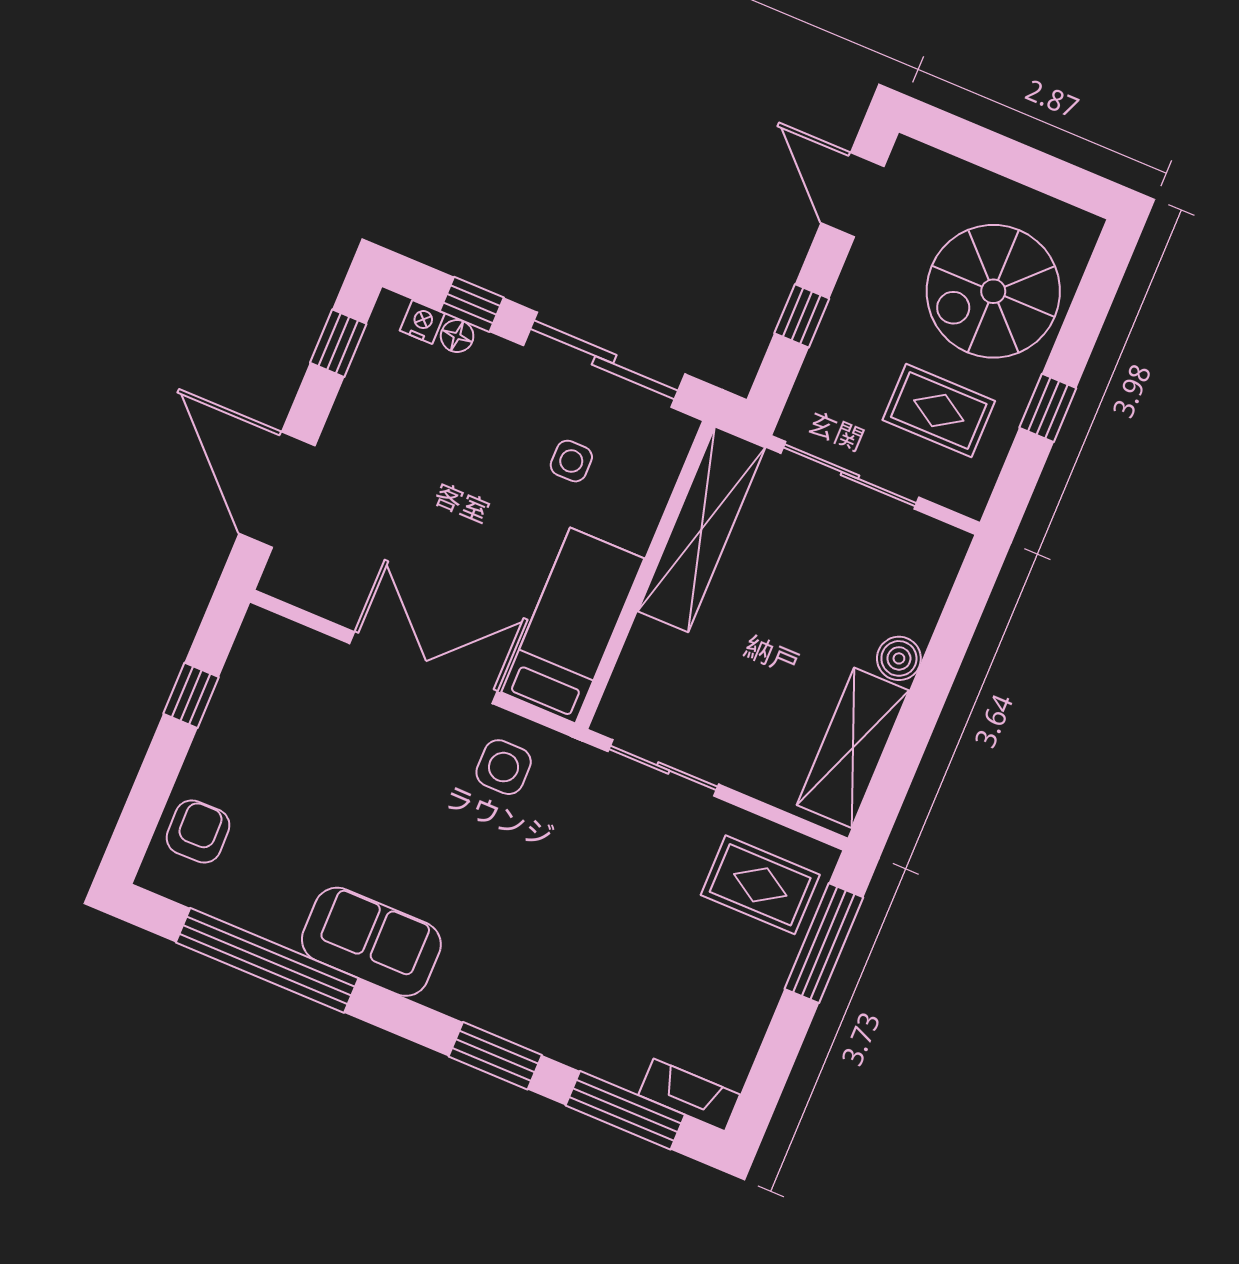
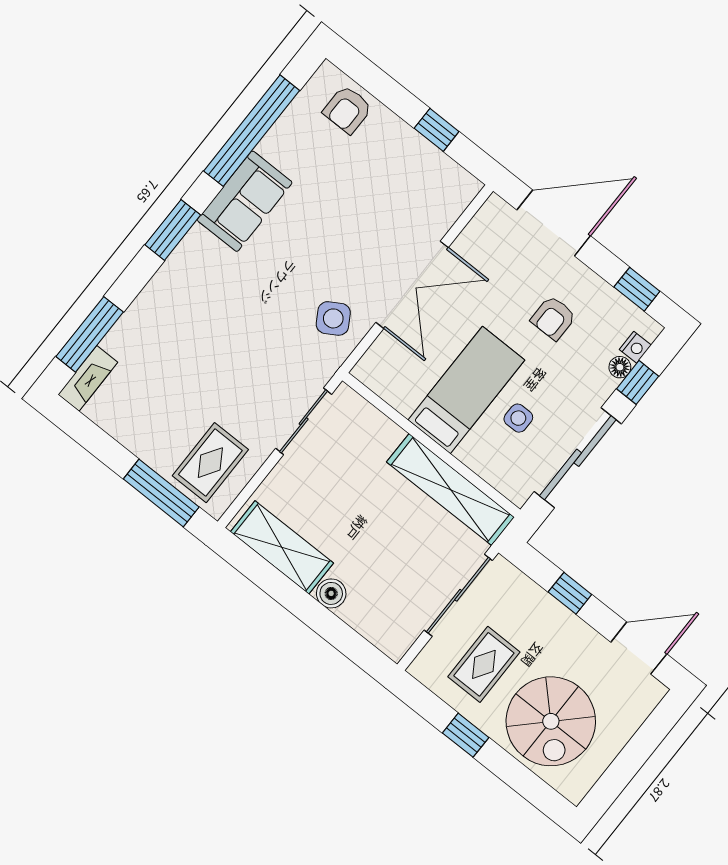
spiral stairs: (993, 291) -> (551, 721), turned 180
armchair: (414, 451) -> (553, 318), added
bed: (573, 625) -> (466, 390), moved, turned -90
side table: (504, 767) -> (333, 318), turned -31
armchair: (198, 832) -> (347, 110), turned 91
window: (495, 1056) -> (173, 230), moved

